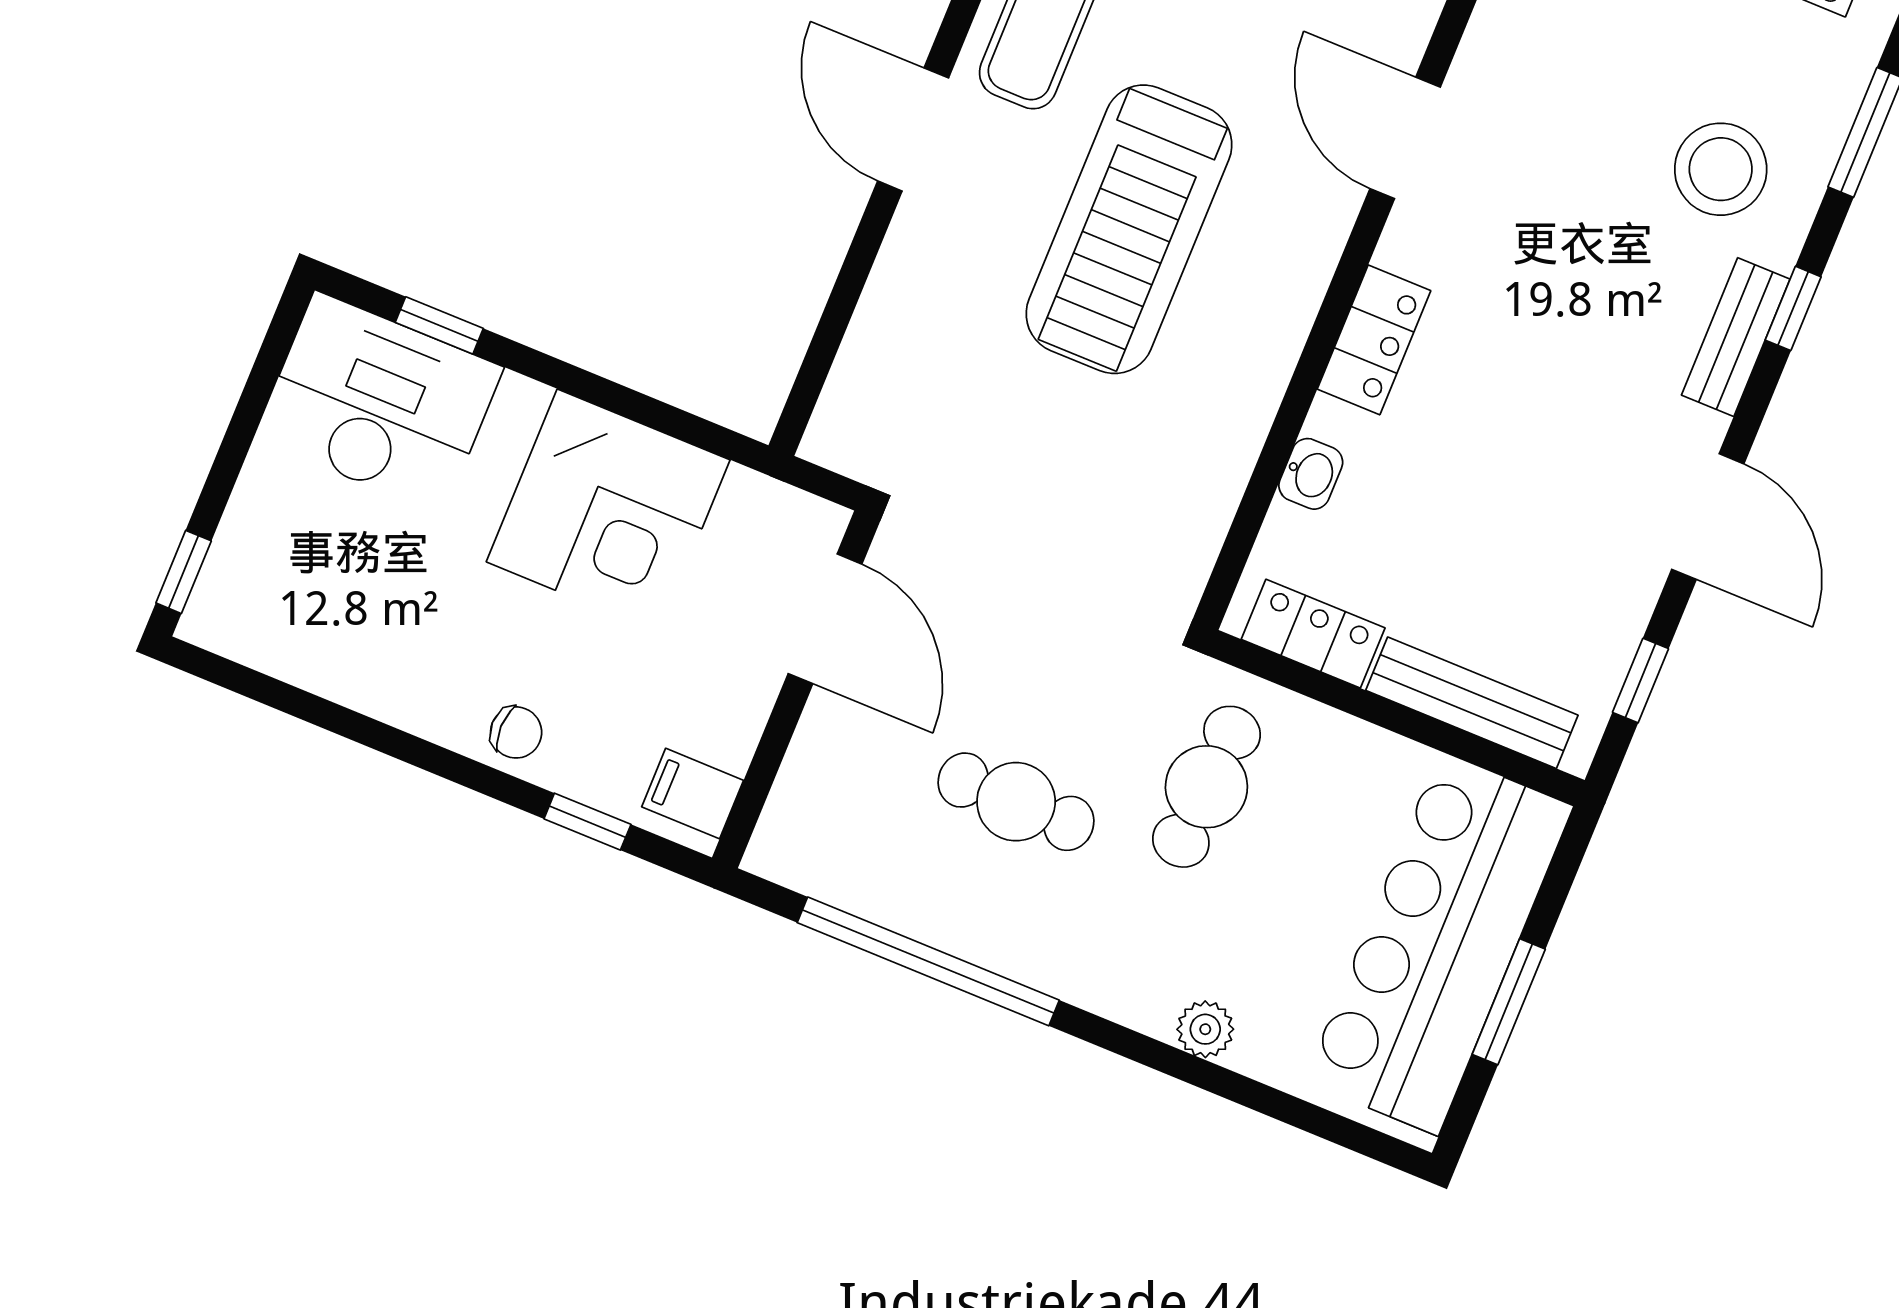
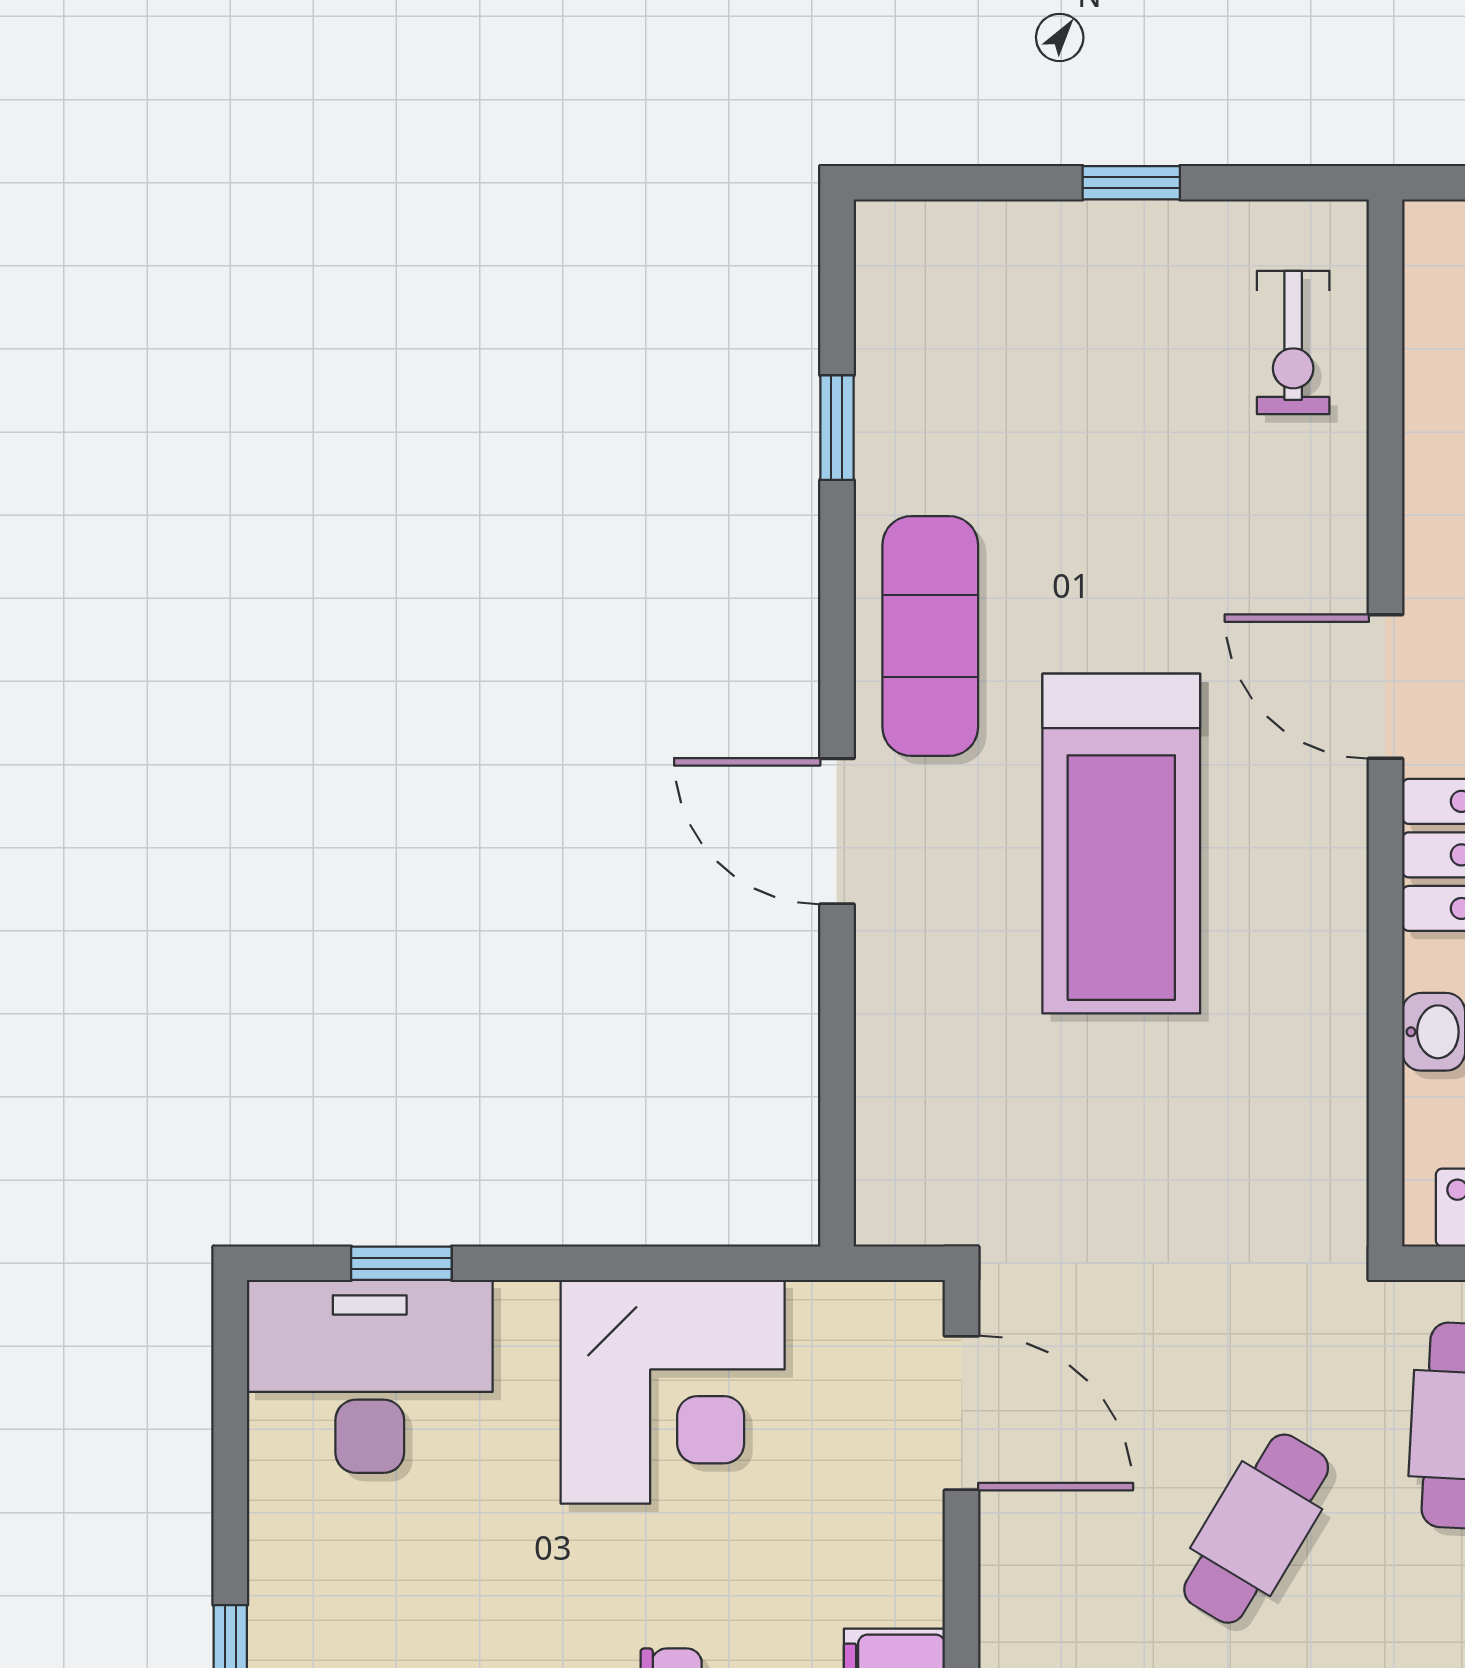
door: (1405, 138) -> (1386, 686), moved
cafe table: (1016, 802) -> (1256, 1529), turned -59

